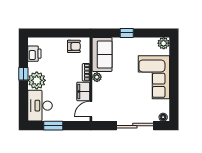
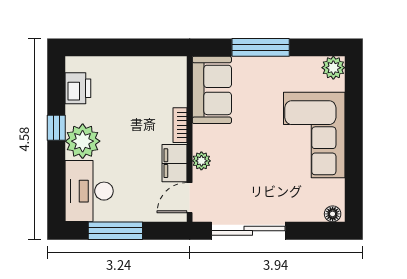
window: (127, 33) -> (261, 47), width x2.17
armchair: (74, 46) -> (156, 74), removed
plant: (97, 77) -> (201, 161), moved
window: (53, 126) -> (115, 231), width x1.44
sliding door: (135, 126) -> (248, 231), moved

